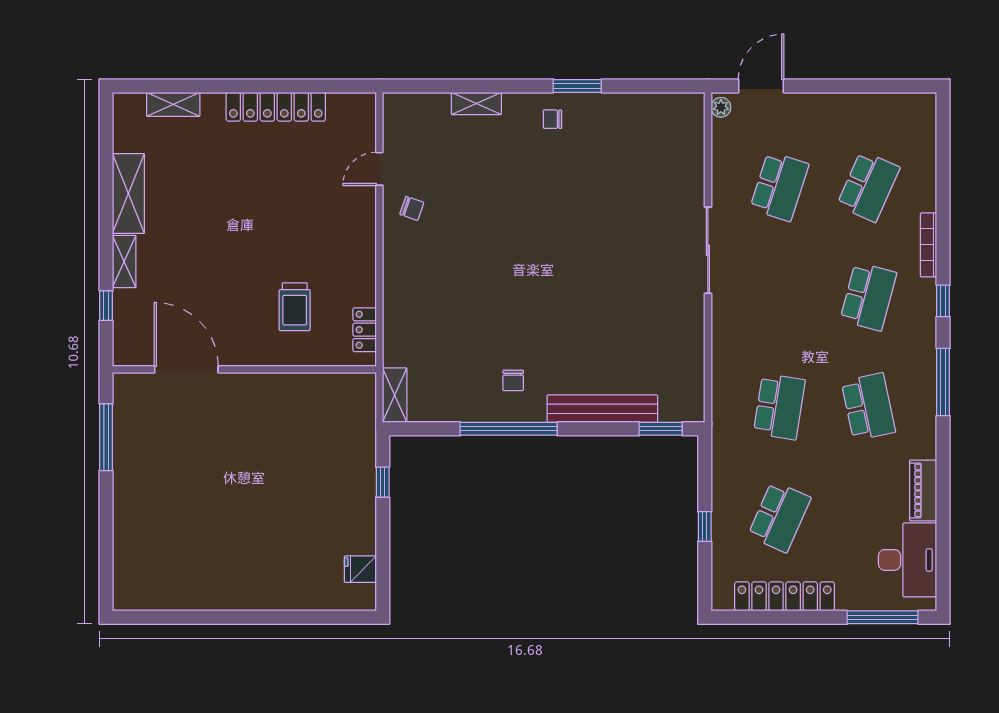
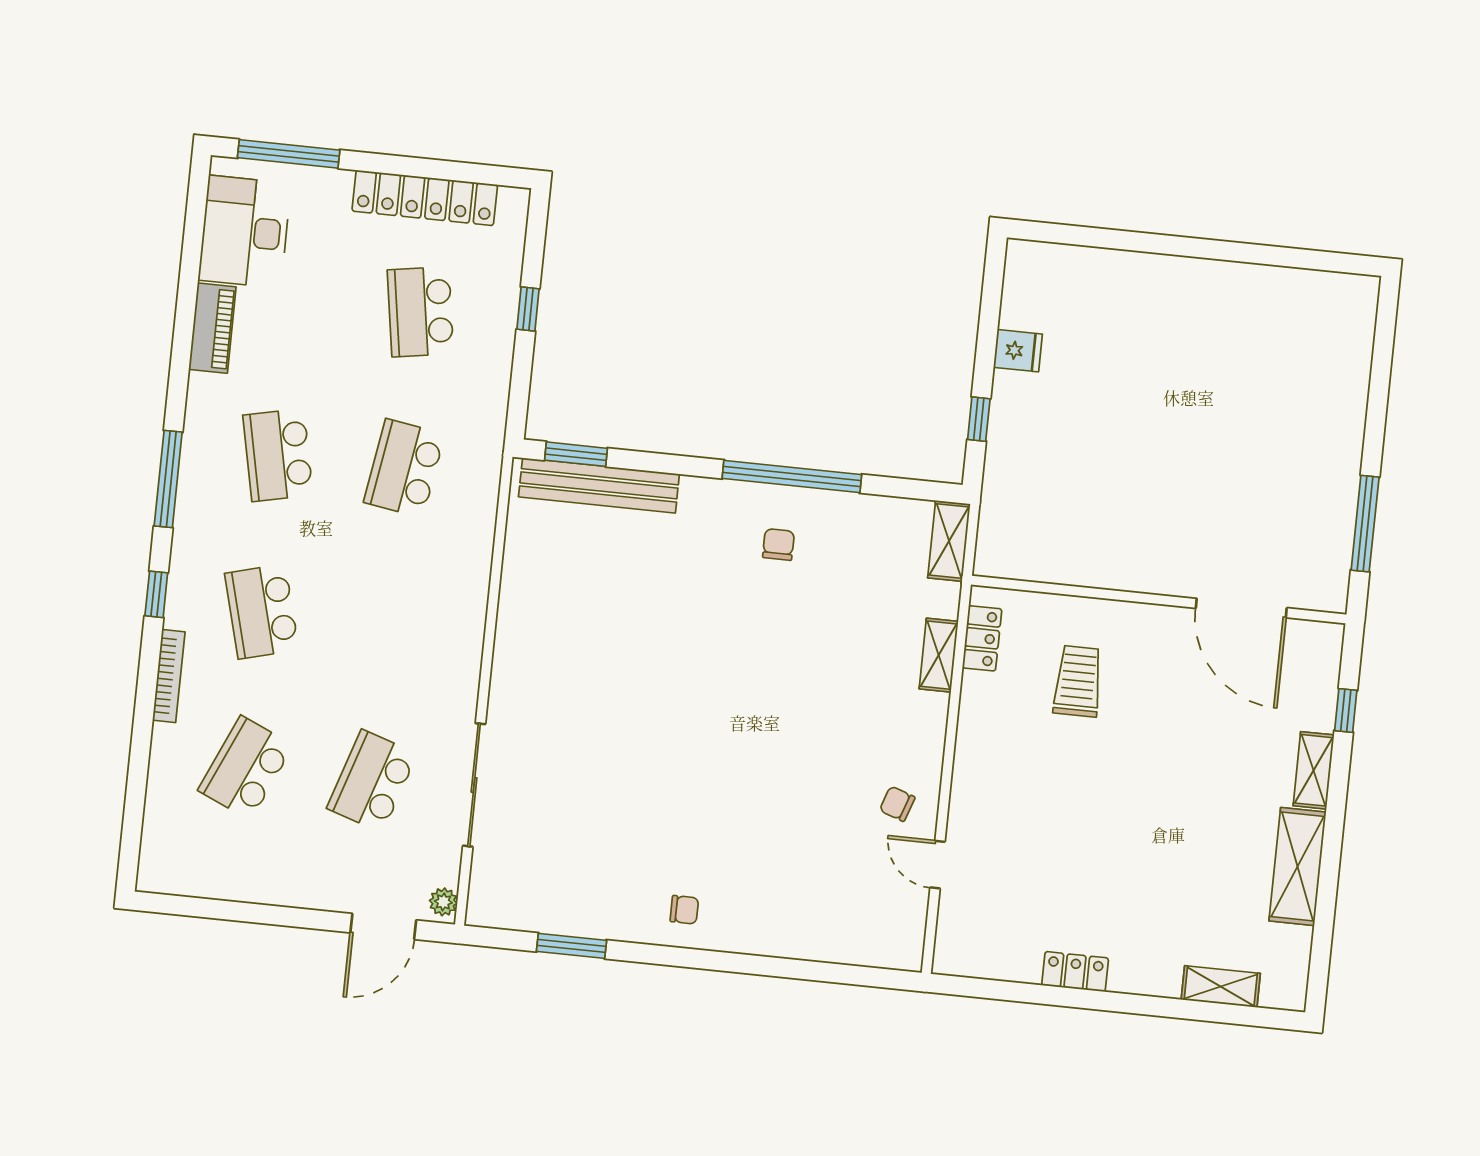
window: (577, 86) -> (571, 946), moved
shelving: (476, 104) -> (939, 655), moved, turned 90
locker: (276, 107) -> (1075, 972), width x0.46, depth x0.83
door: (379, 169) -> (937, 865), swing flipped
sliding door: (708, 250) -> (474, 785), moved
school desk: (868, 297) -> (262, 611), turned -30
bench: (602, 409) -> (599, 485), moved
school desk: (779, 517) -> (420, 312), turned -33
fridge: (360, 569) -> (1018, 351), moved

